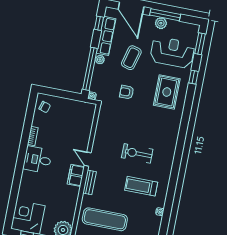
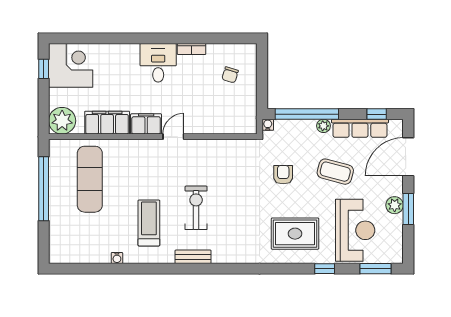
window: (165, 15) -> (408, 209), width x0.69
chair: (45, 107) -> (230, 75), moved
bench: (90, 182) -> (193, 257), moved
filing cabinet: (70, 201) -> (107, 123), added

